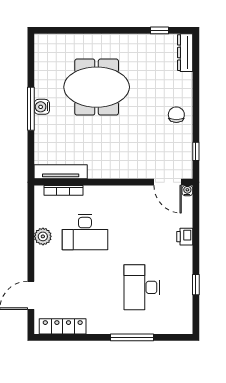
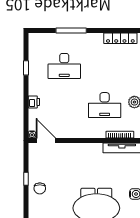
window: (196, 151) -> (26, 179), moved
desk: (85, 232) -> (105, 105), turned 180
desk: (142, 287) -> (64, 66), turned 90

